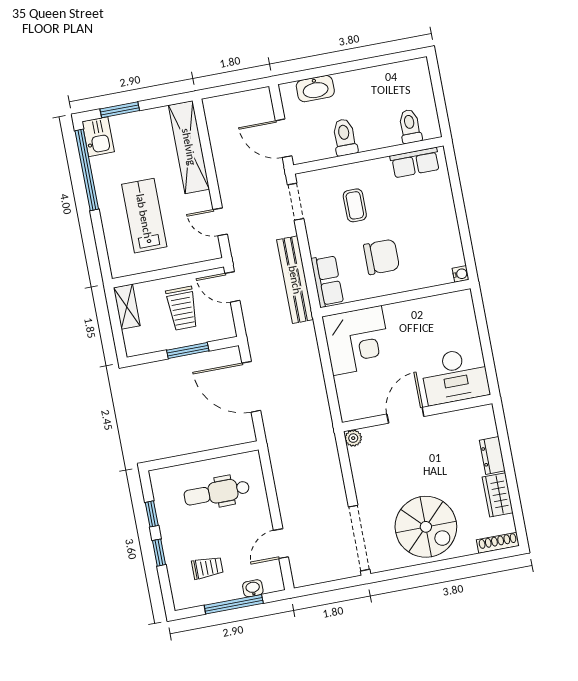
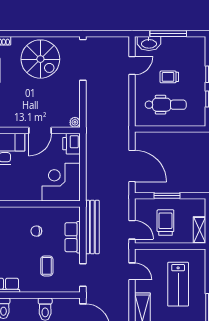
chair: (381, 257) -> (36, 231), width x0.54, depth x0.54
row of seats: (327, 281) -> (73, 237), moved
printer: (352, 404) -> (72, 144), added
spiral stairs: (426, 527) -> (40, 59), turned 180
trolley: (207, 568) -> (169, 77), moved
washbasin: (253, 588) -> (149, 43), width x1.91, depth x1.45

